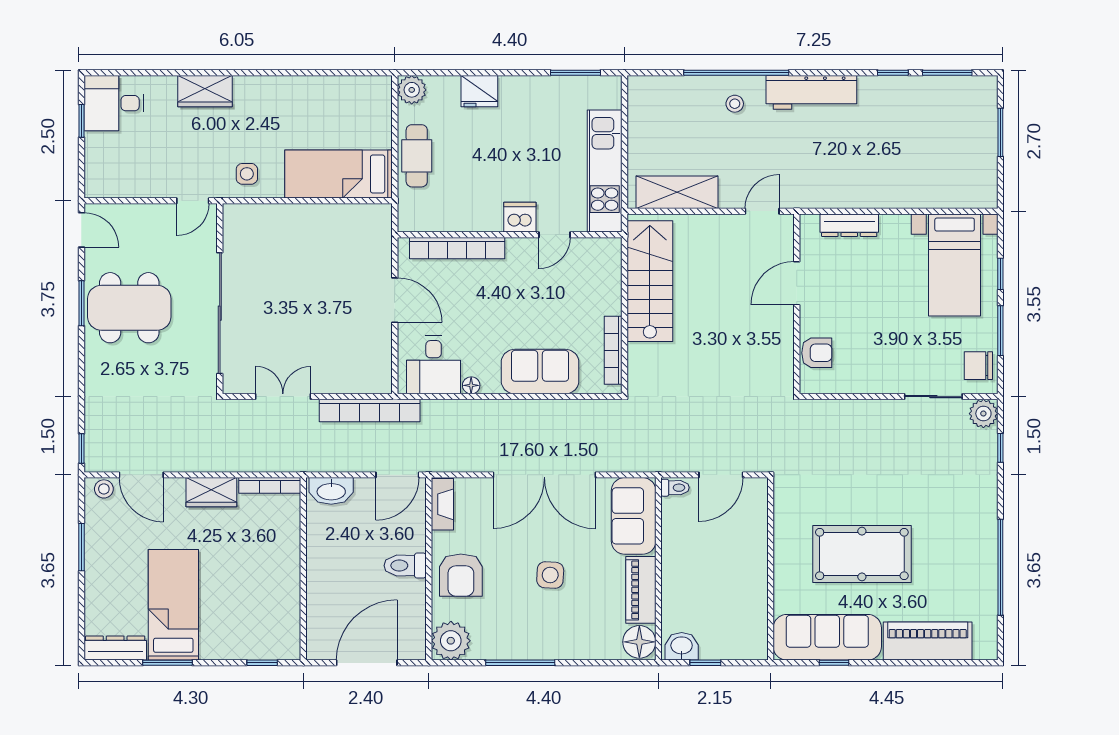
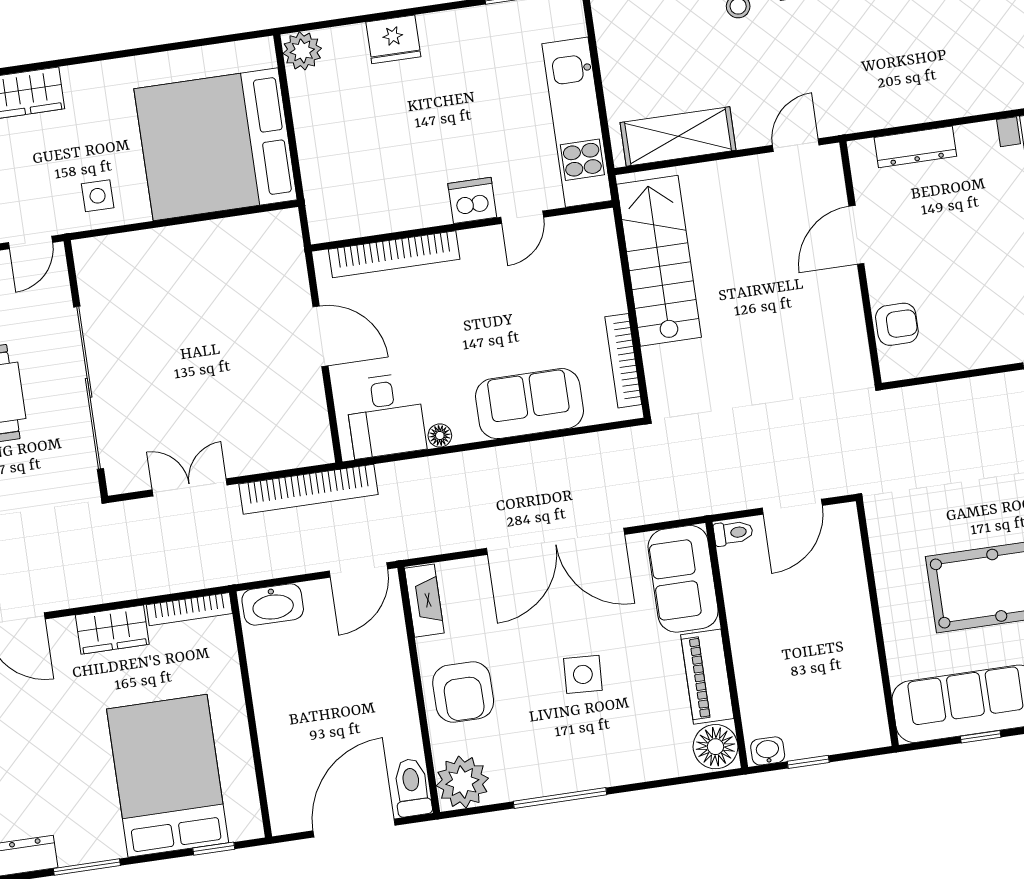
cafe table: (417, 156) -> (322, 138), removed
bed: (338, 174) -> (216, 144), width x2.04
toilet: (405, 566) -> (412, 787), moved, turned 90
bed: (173, 605) -> (168, 776), moved, width x1.50
washbasin: (682, 646) -> (768, 751), width x0.72, depth x0.69

